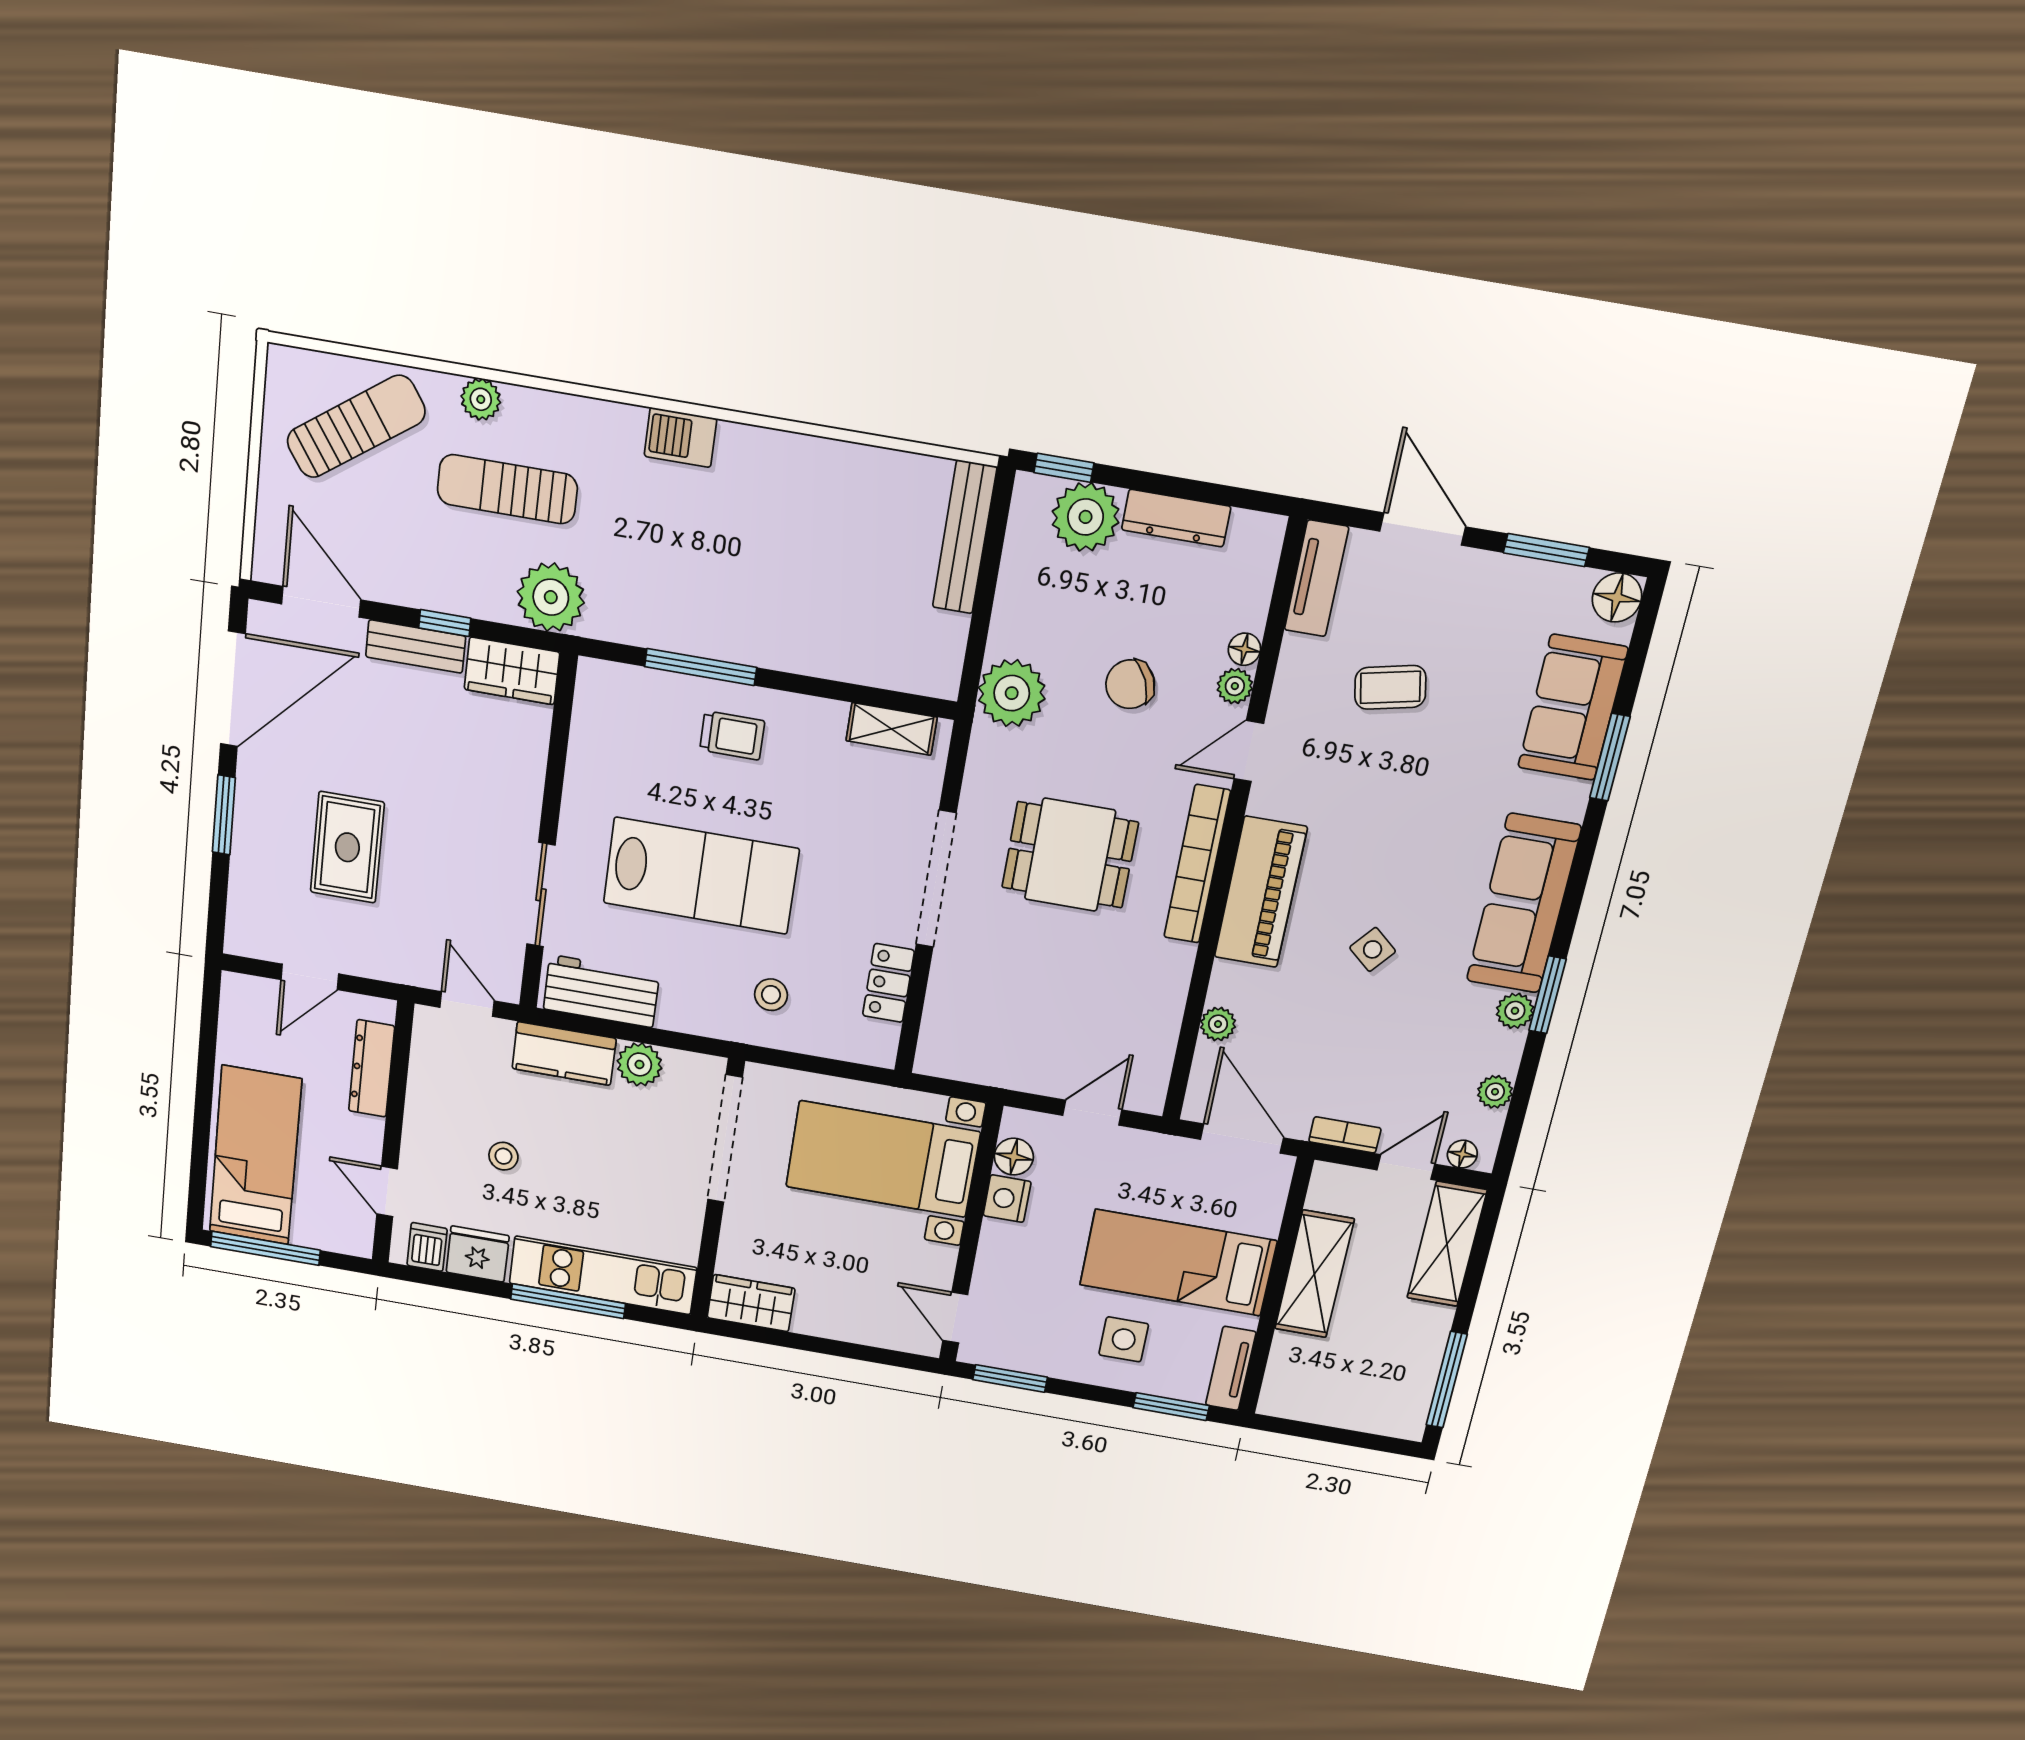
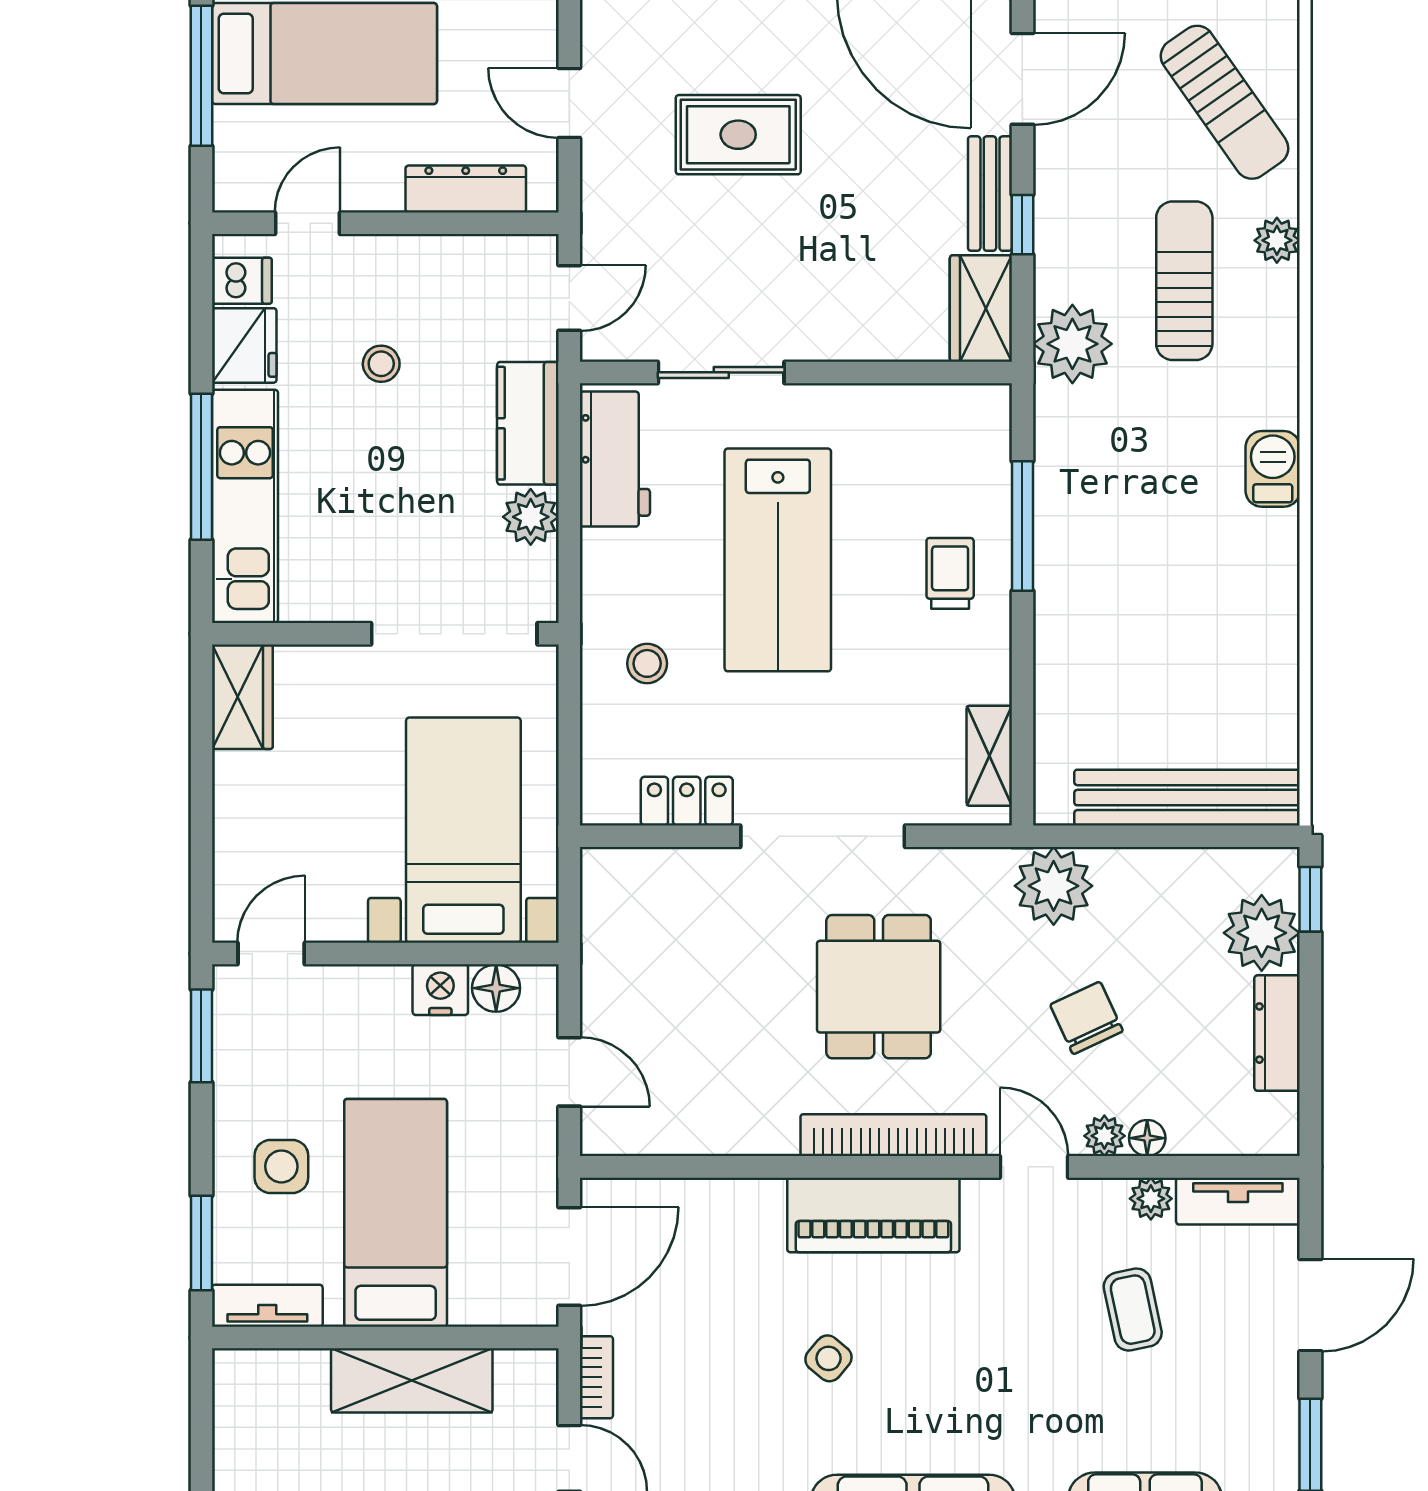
bench: (964, 537) -> (1187, 798), width x1.37, depth x1.21
trolley: (732, 735) -> (950, 573), turned 180
plant: (1218, 1024) -> (1151, 1199), moved

